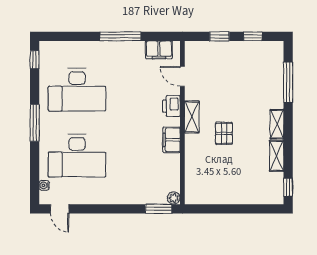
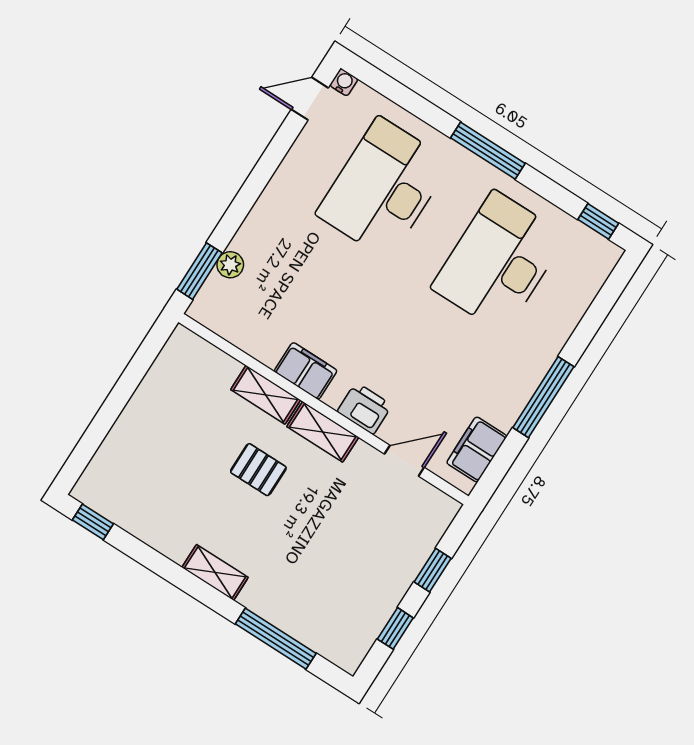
shelving: (277, 156) -> (266, 395), moved
water cooler: (44, 185) -> (344, 82), moved
plant: (174, 198) -> (230, 265), moved

